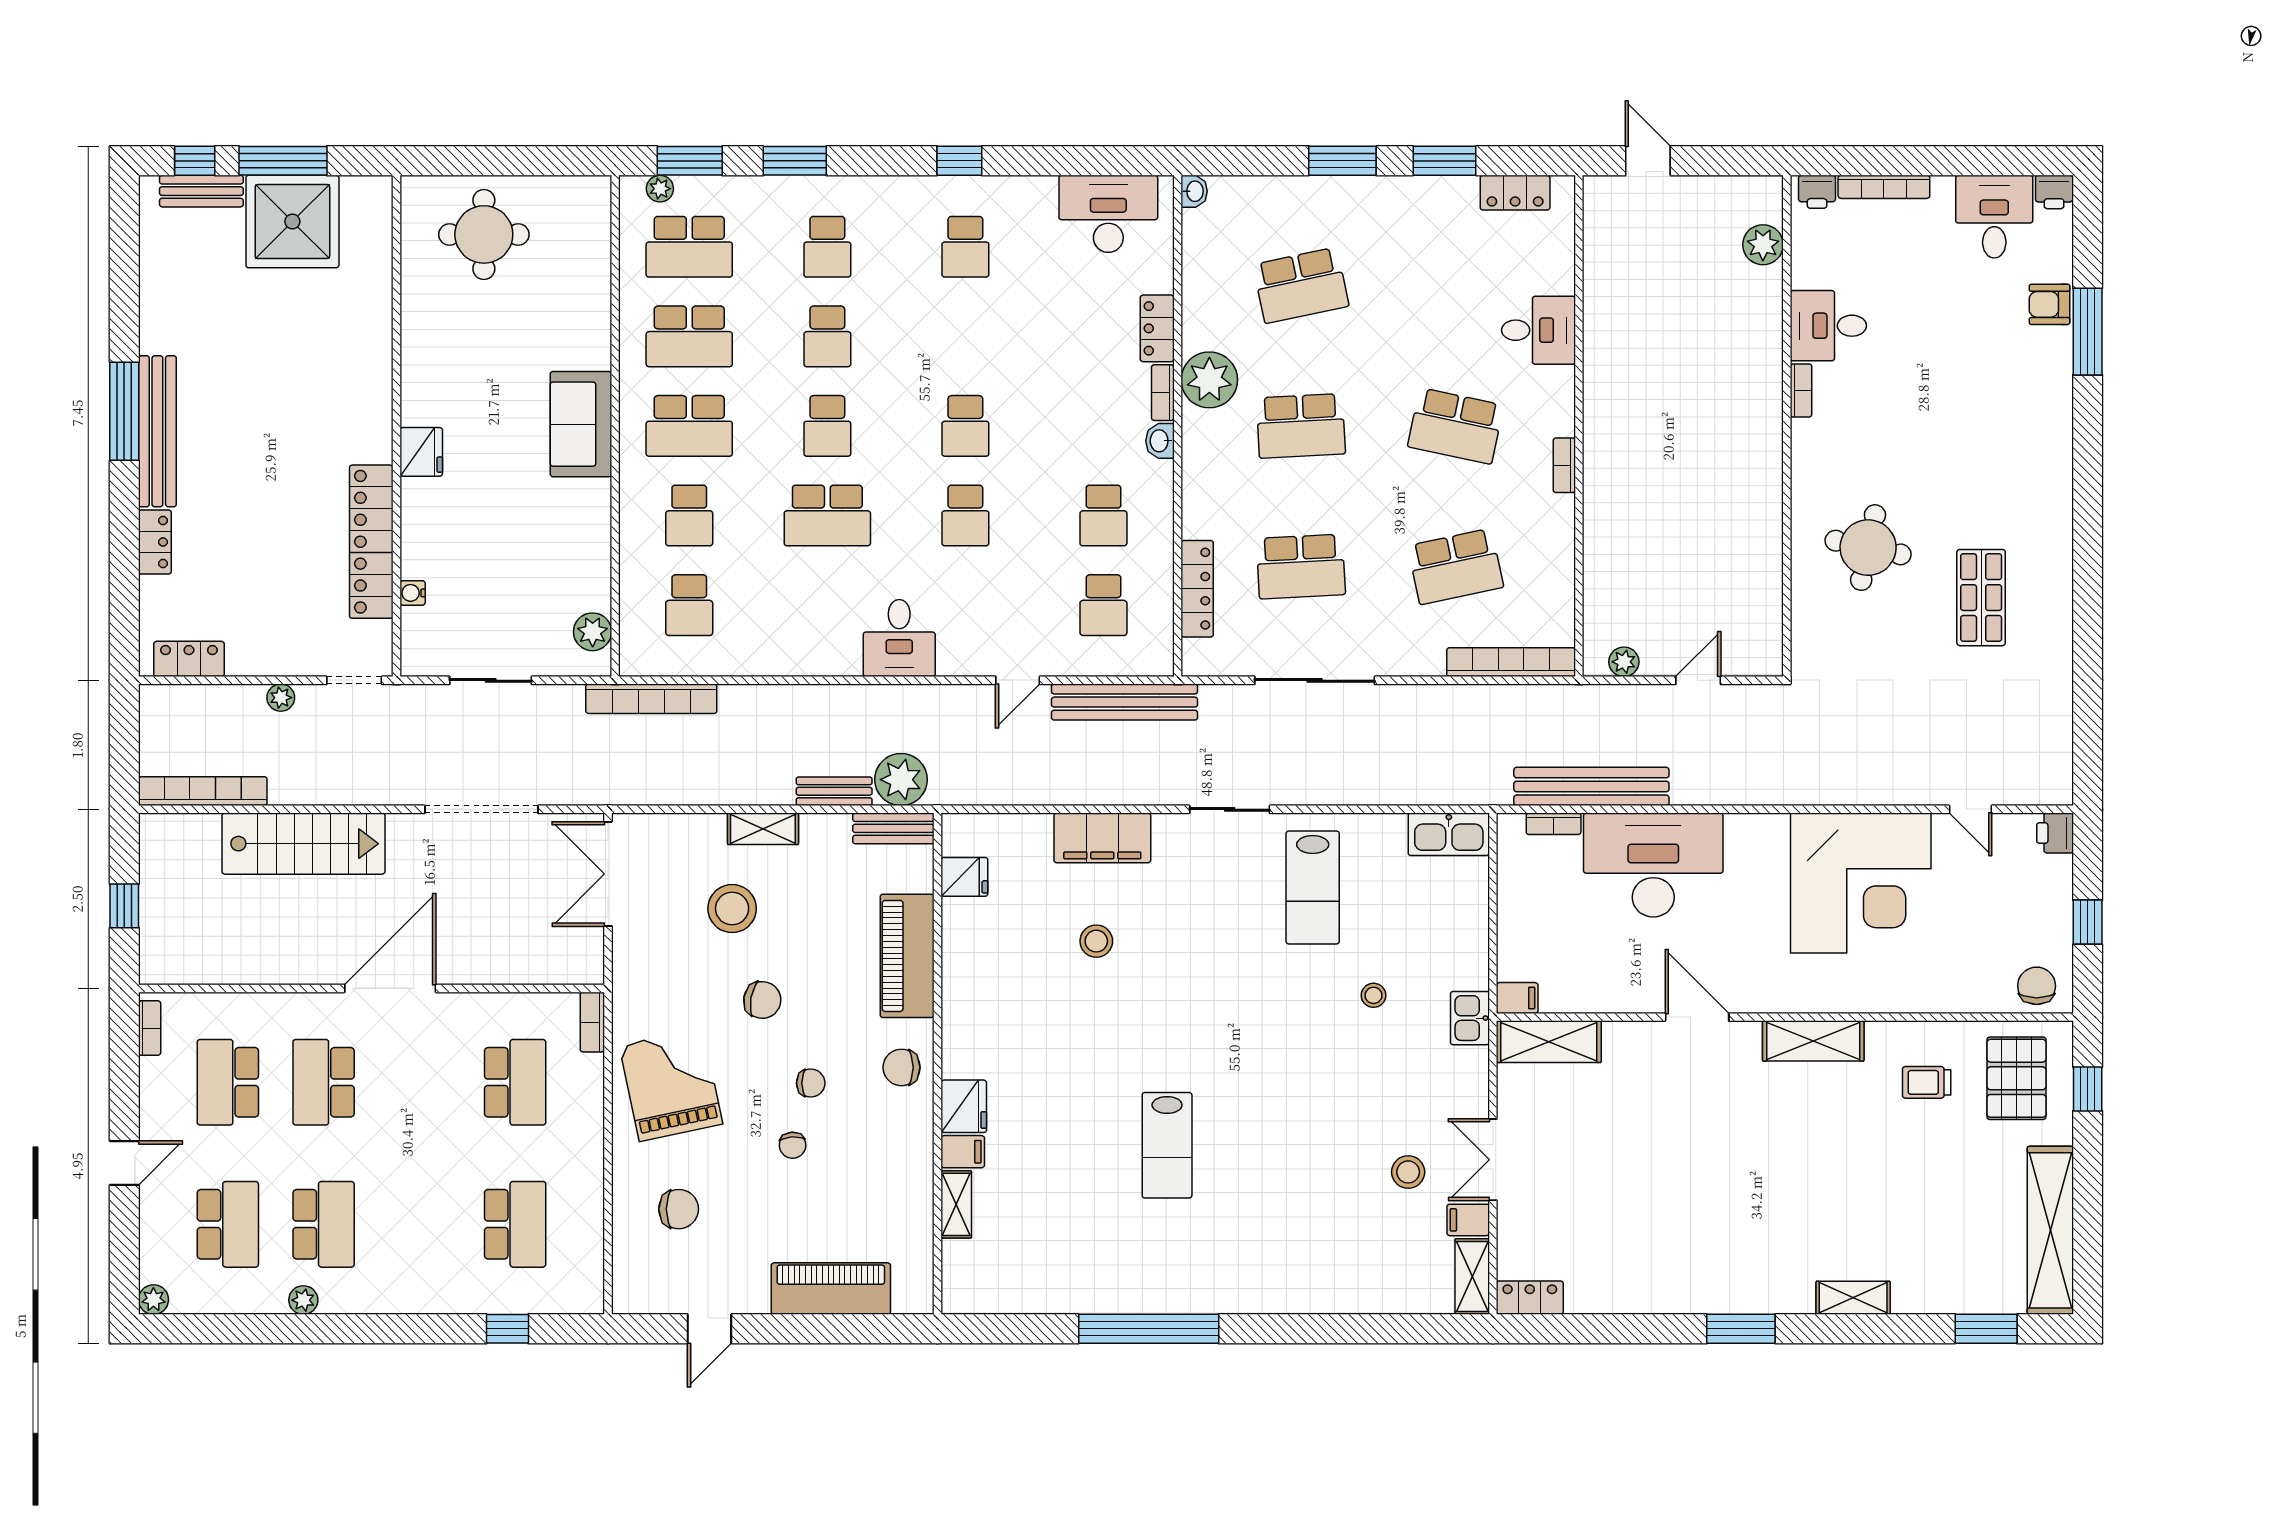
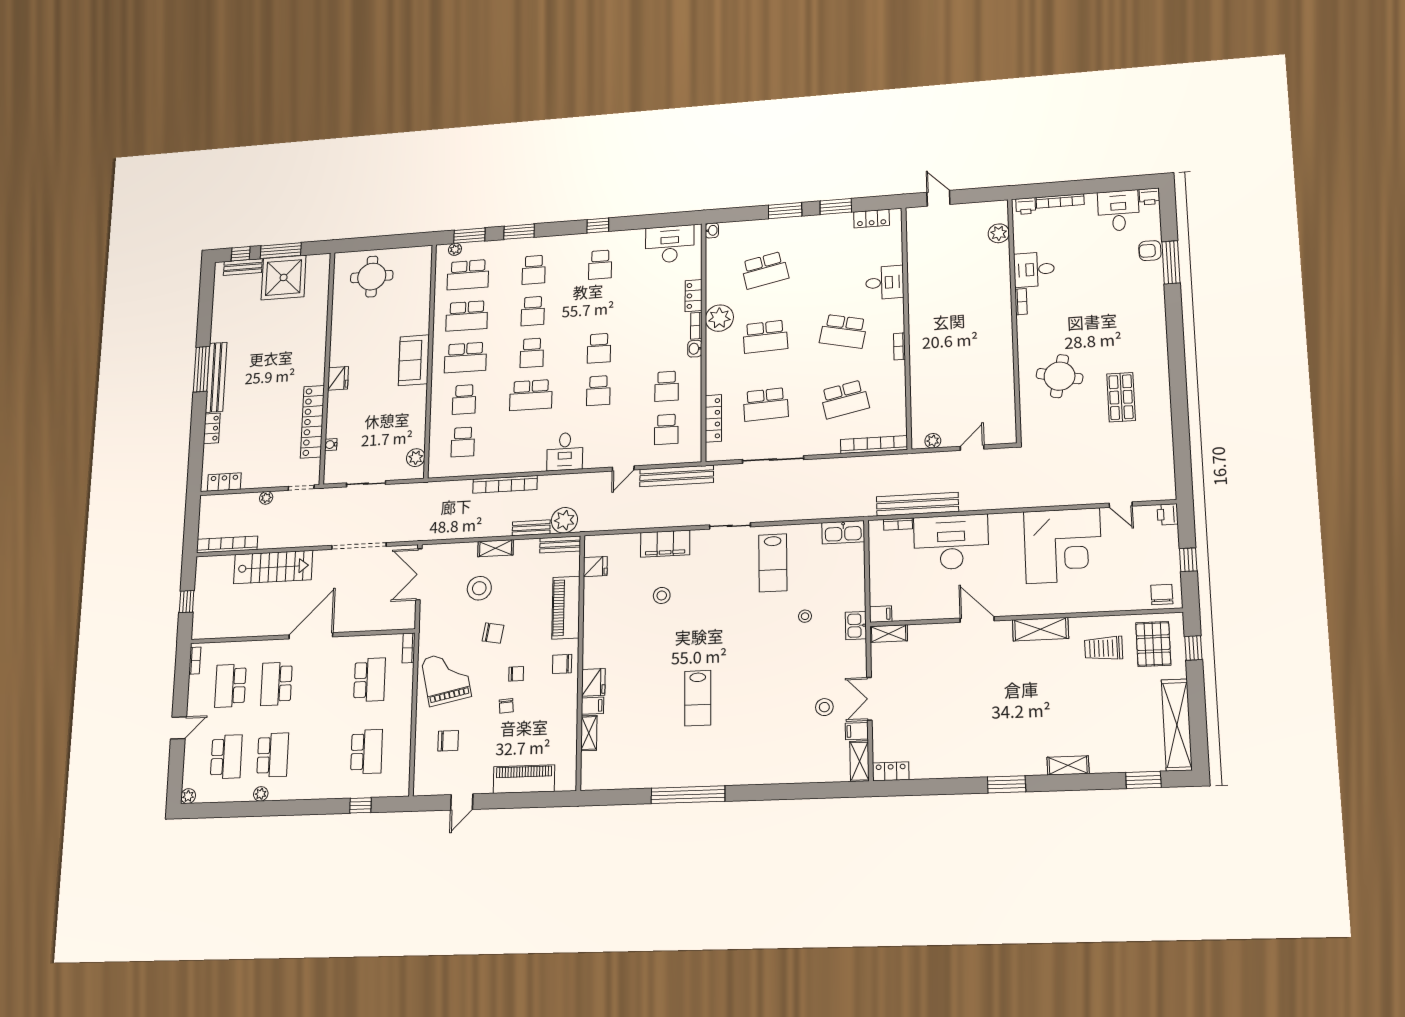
bookcase: (651, 699) -> (505, 484), moved
shelving: (1549, 1042) -> (889, 634), width x0.67, depth x0.75
trolley: (1927, 1082) -> (1104, 648), width x1.36, depth x1.39

